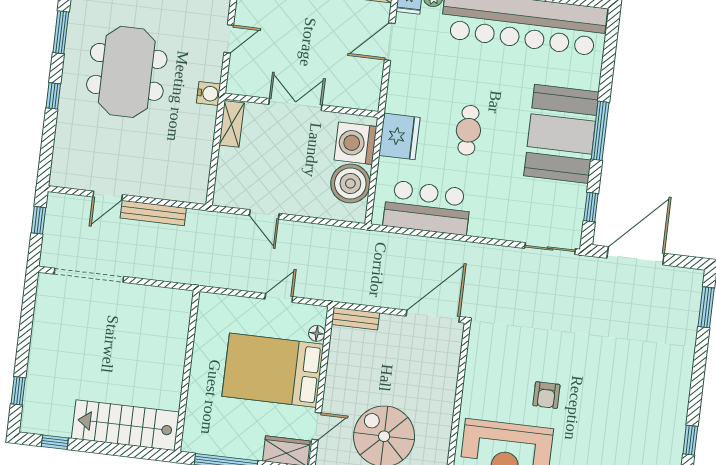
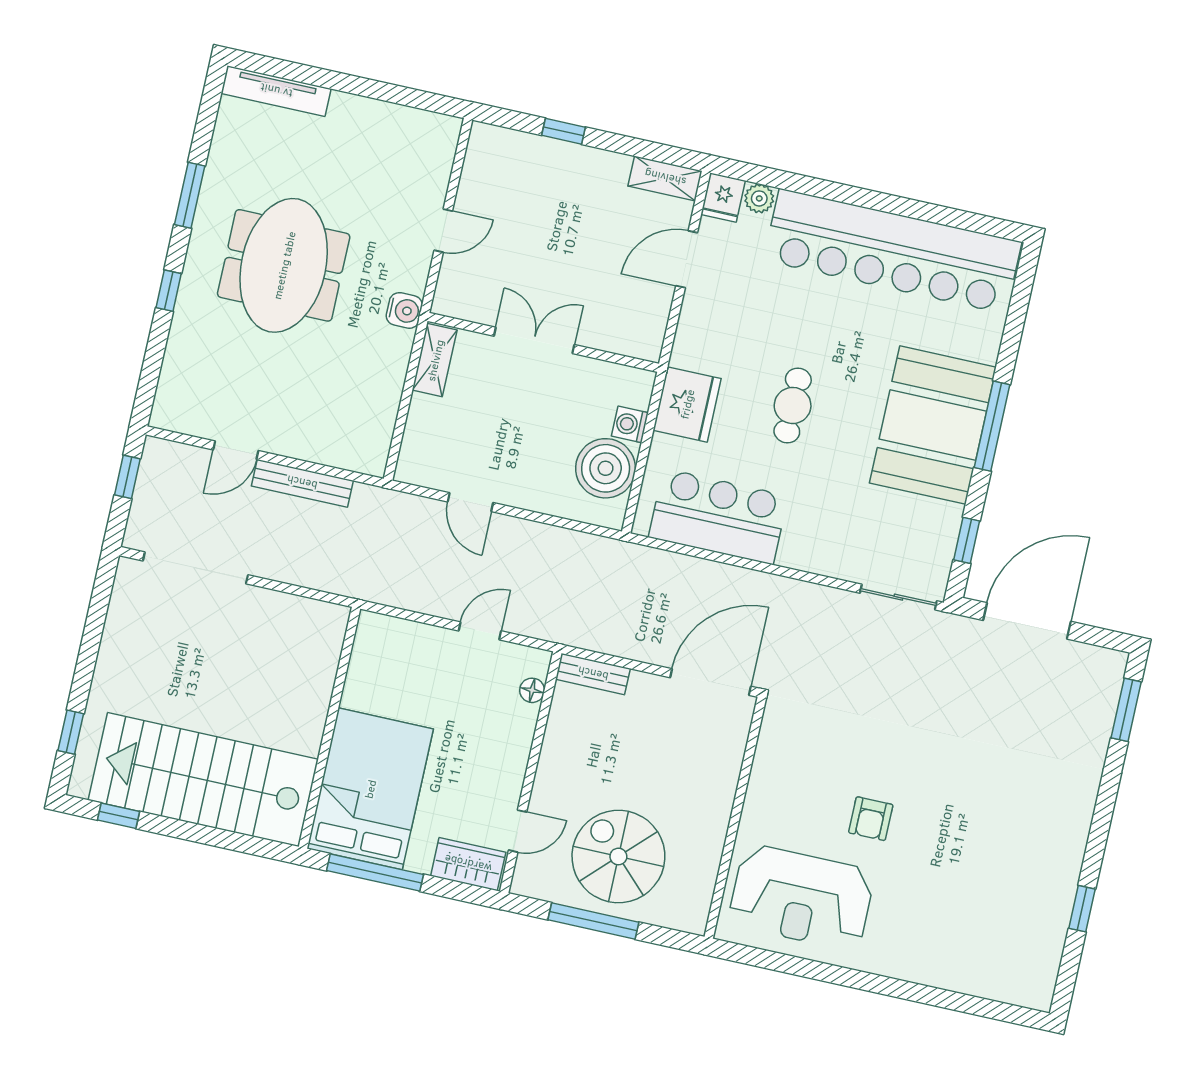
washing machine: (355, 143) -> (630, 424), width x0.53, depth x0.53
bed: (273, 370) -> (370, 789), moved, turned 90
stairs: (125, 425) -> (203, 780), width x1.36, depth x1.51

